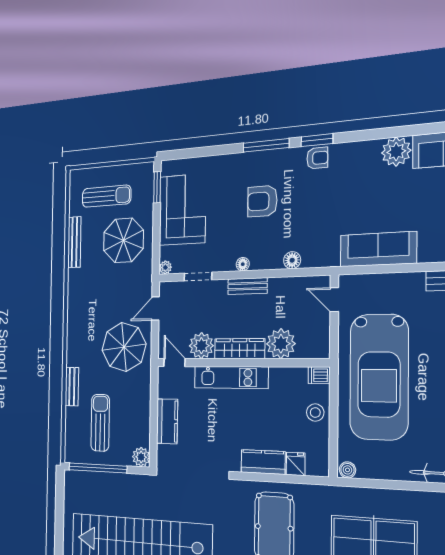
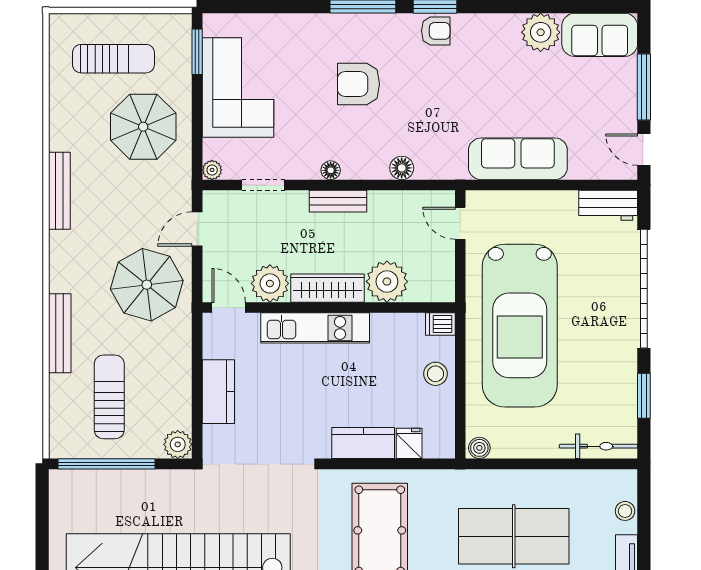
bench: (74, 242) -> (59, 191), moved
bench: (72, 387) -> (60, 333), width x1.36

